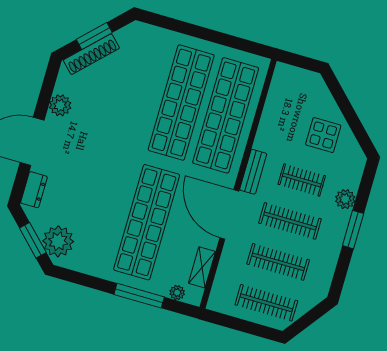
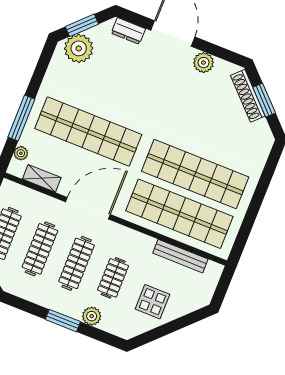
bench: (253, 172) -> (180, 256), moved, width x1.36

